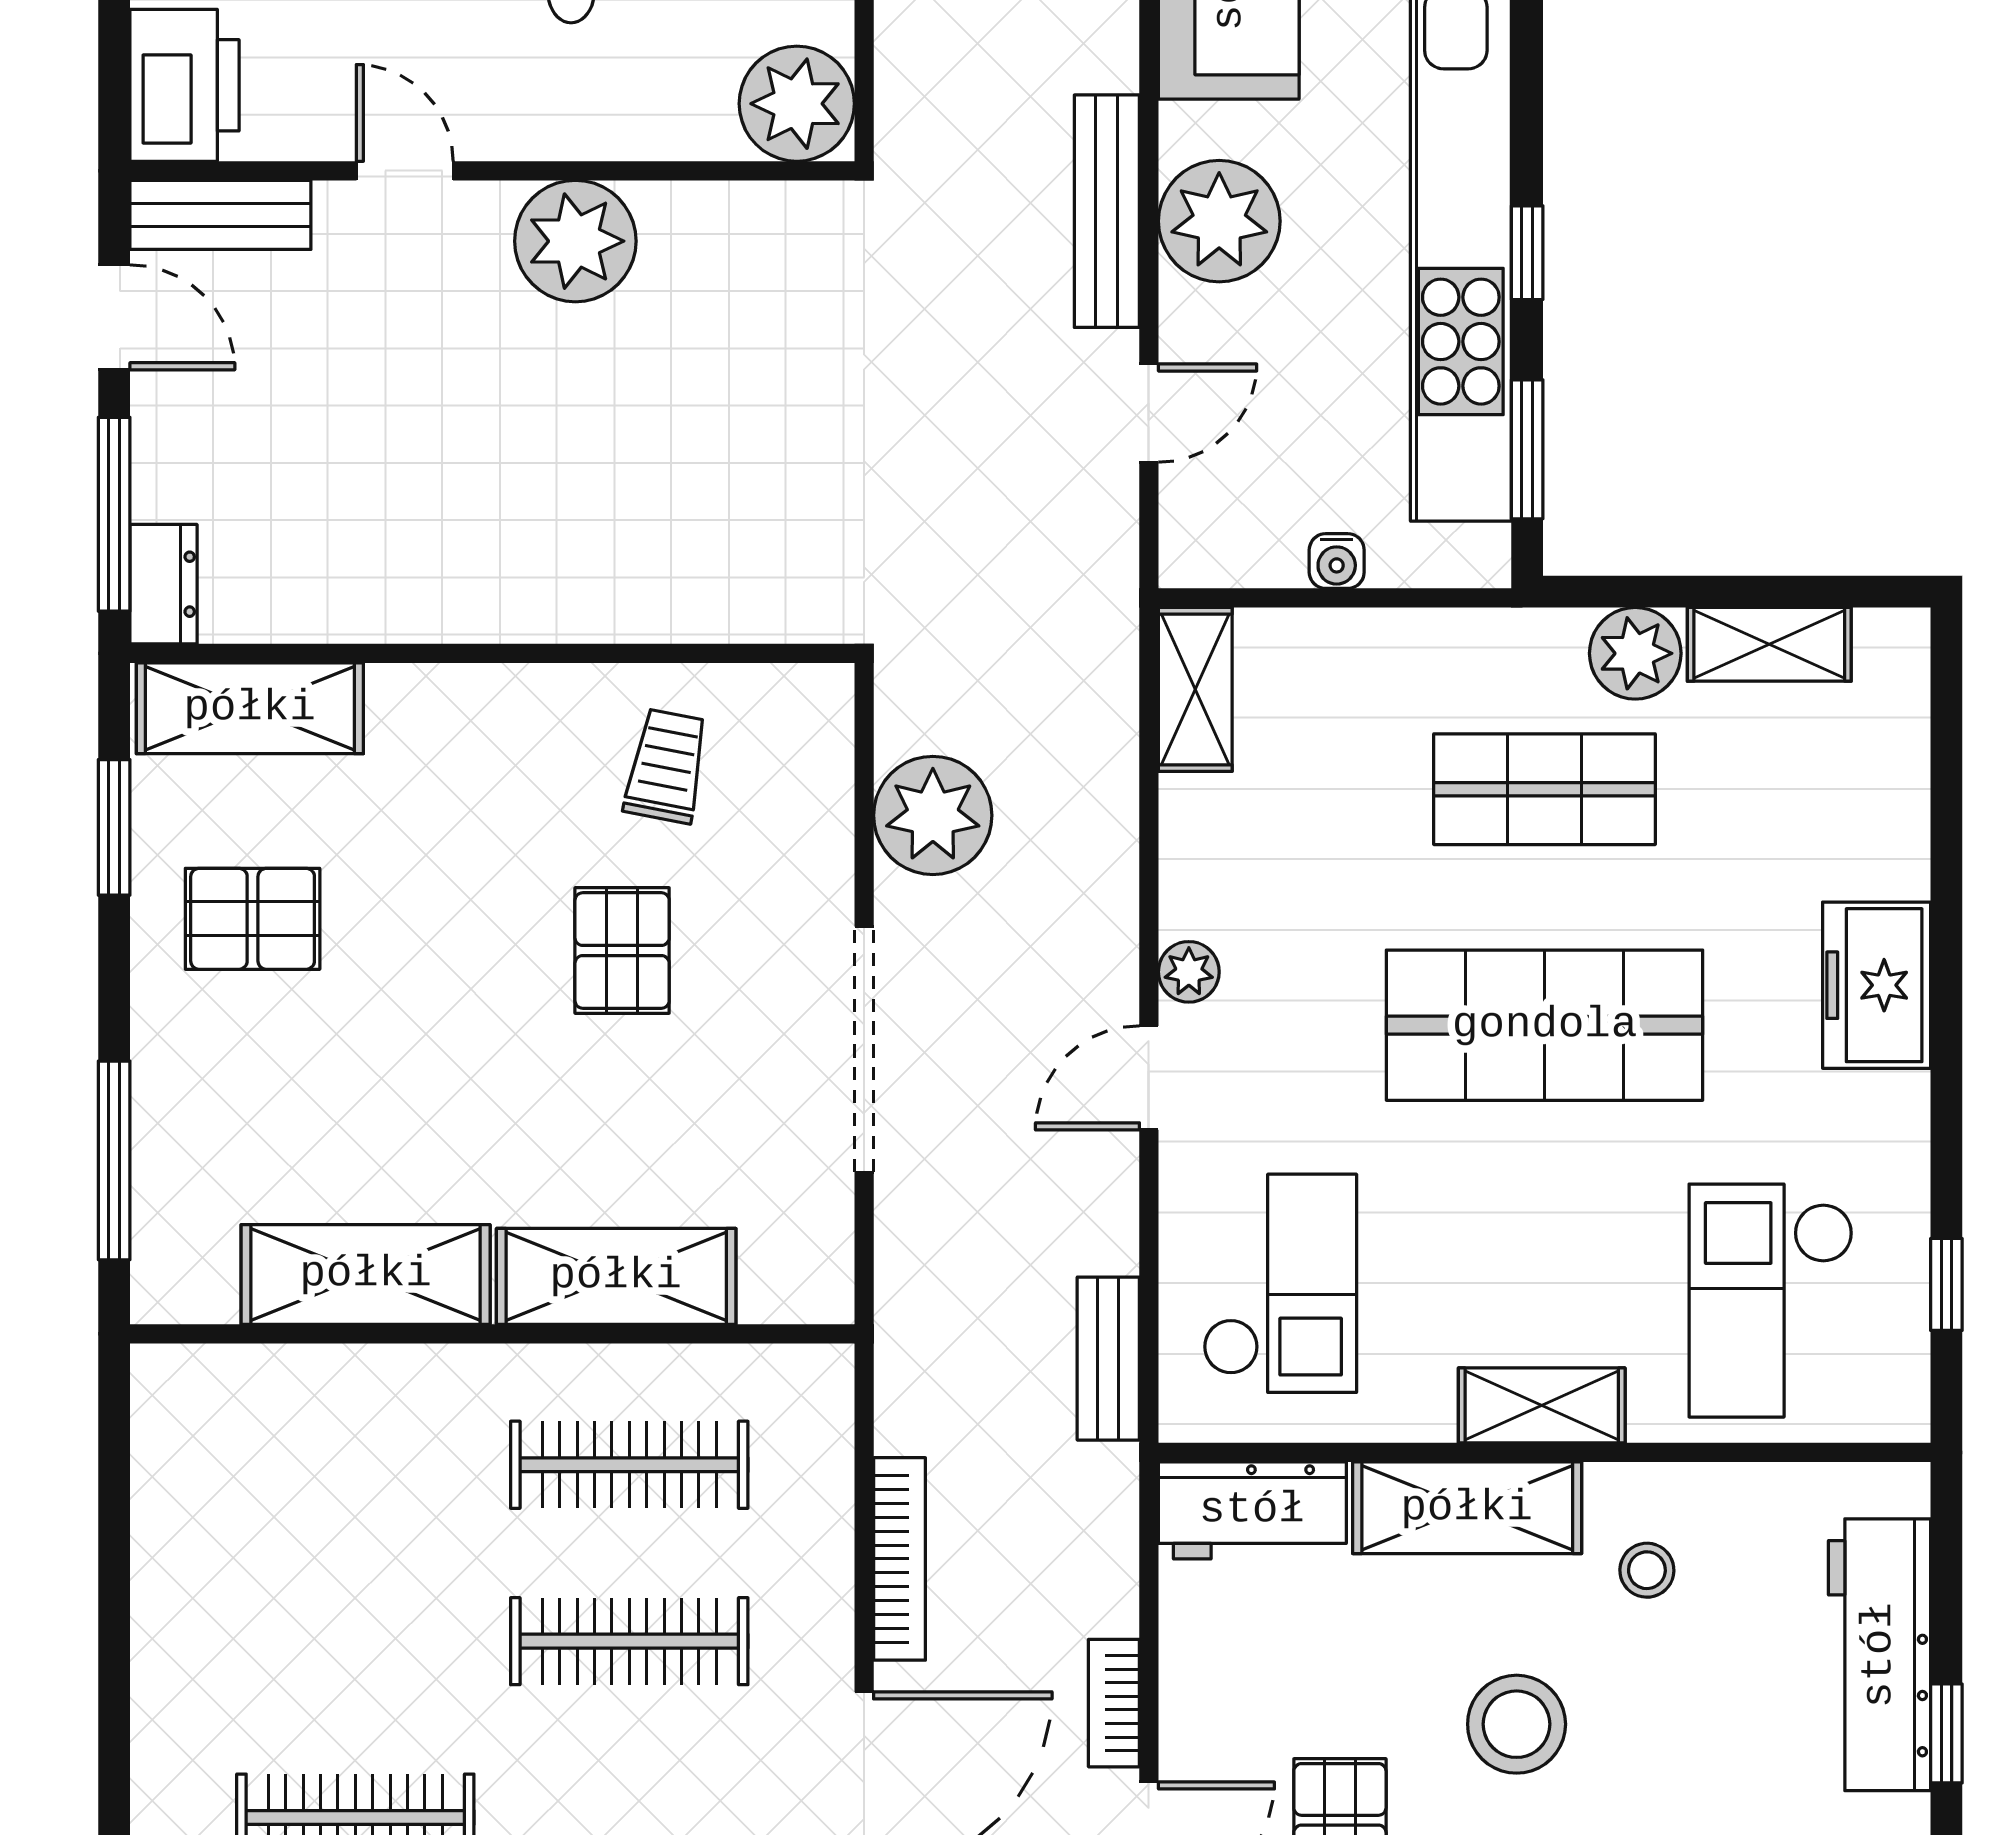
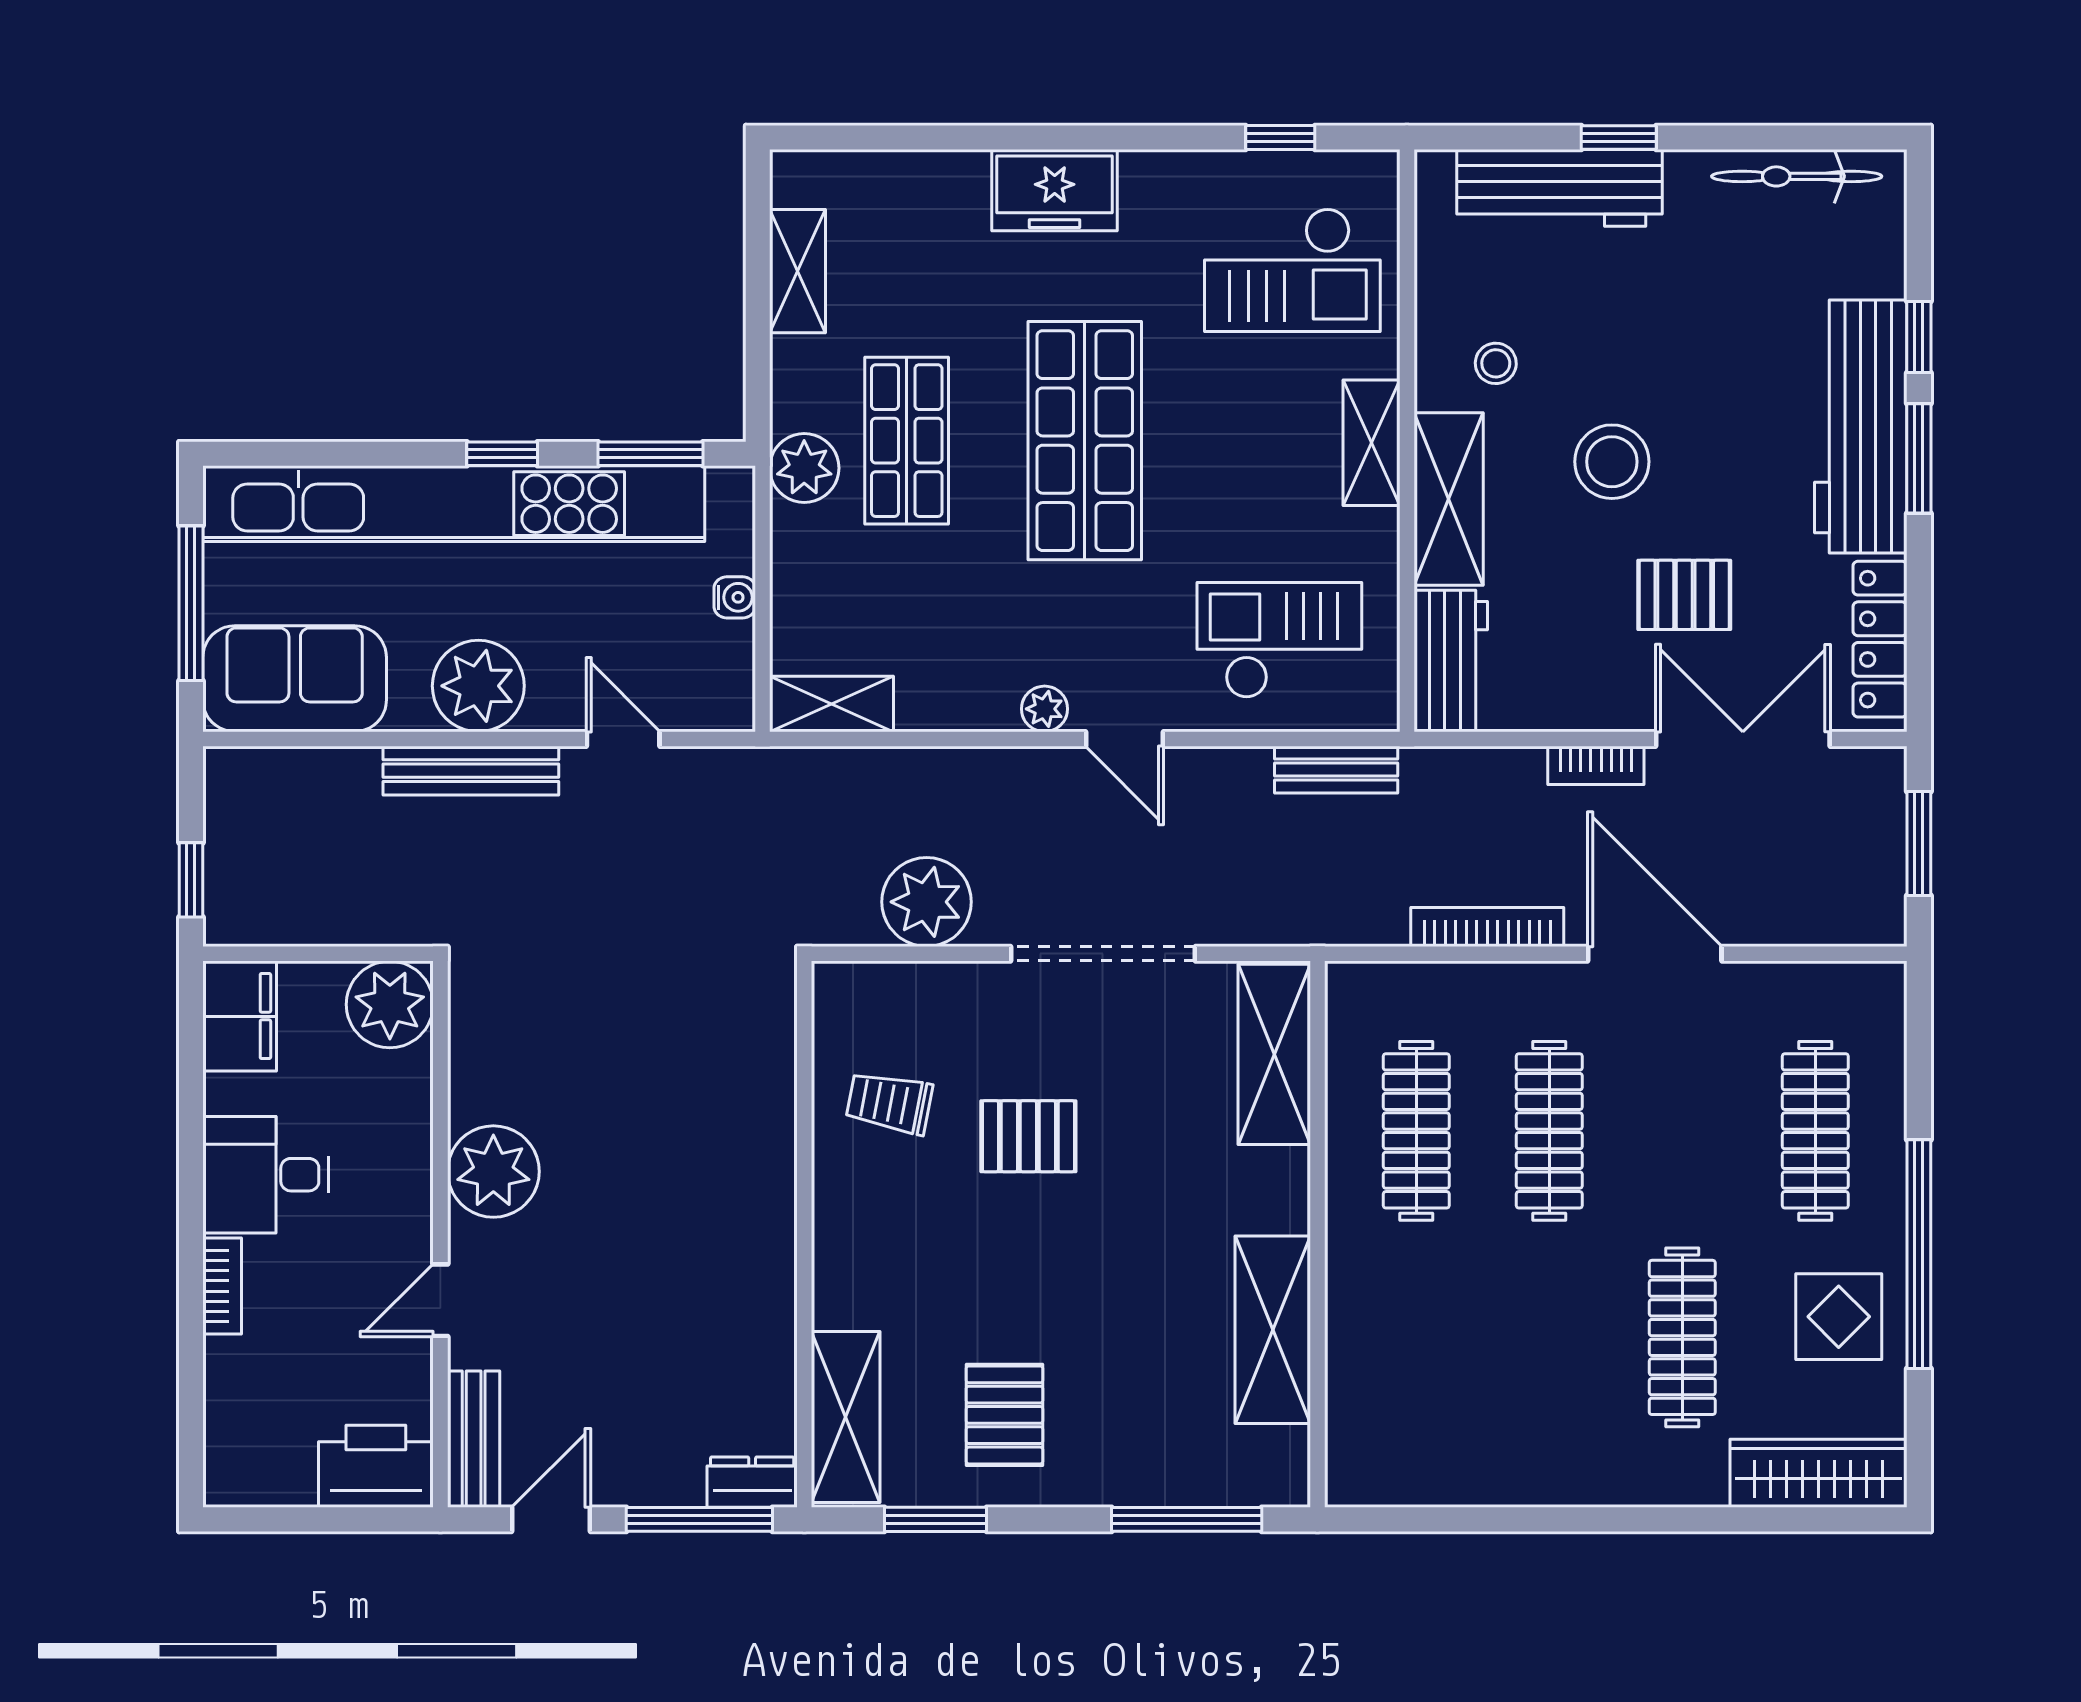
plant: (1635, 653) -> (804, 468), moved
shelving: (616, 1276) -> (1274, 1054), moved

